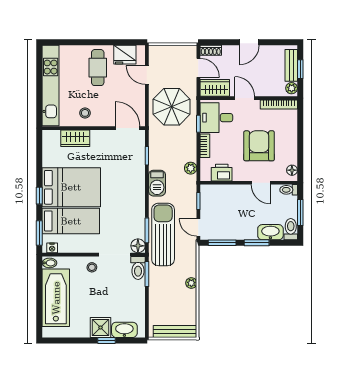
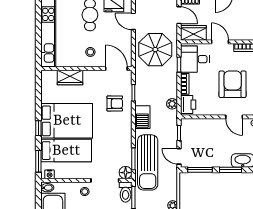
stool: (85, 113) -> (90, 52), moved
armchair: (126, 168) -> (115, 103), added
printer: (222, 173) -> (188, 105), moved, turned 90
sun lounger: (163, 234) -> (148, 162), turned 180

